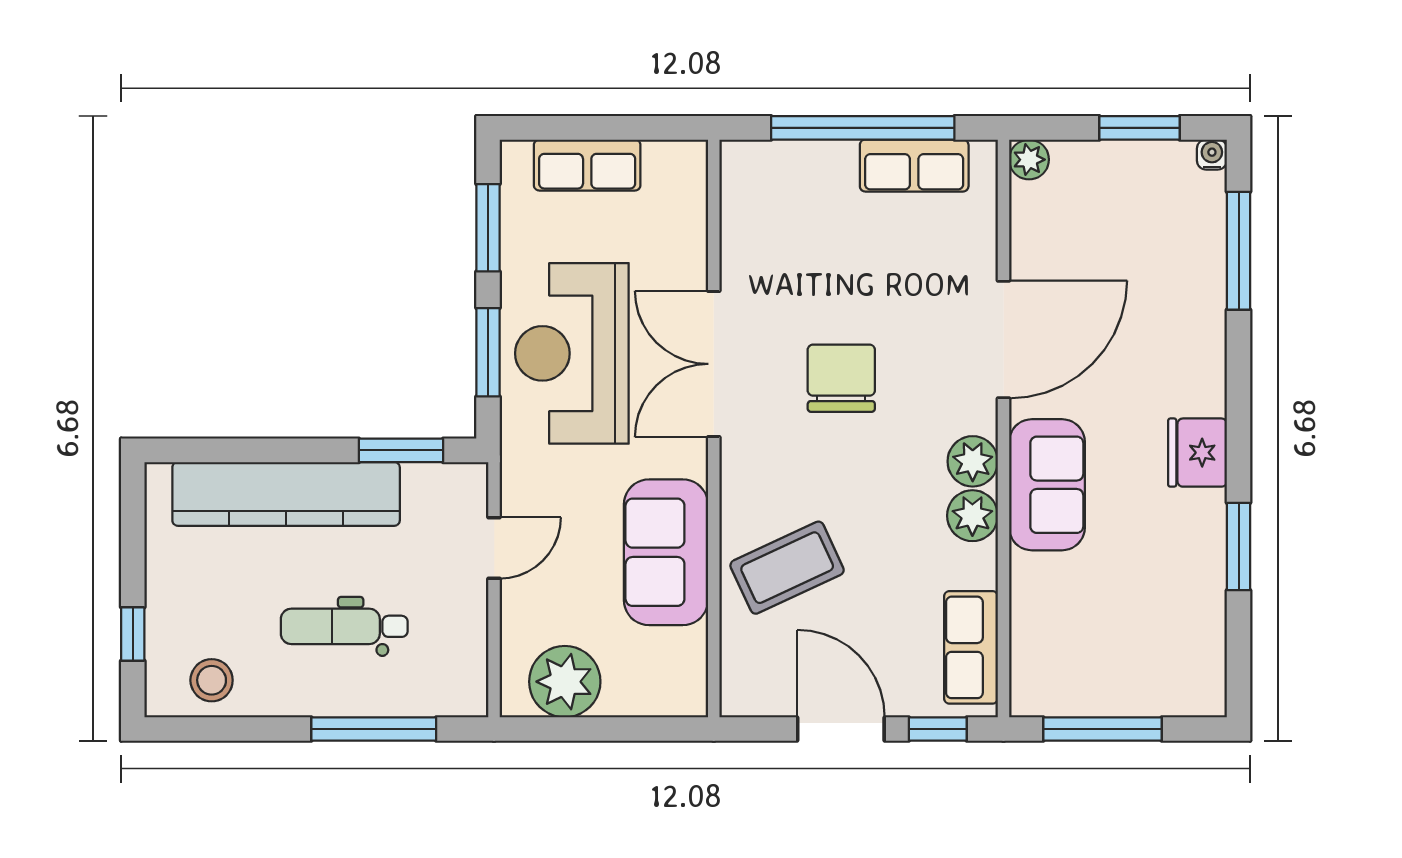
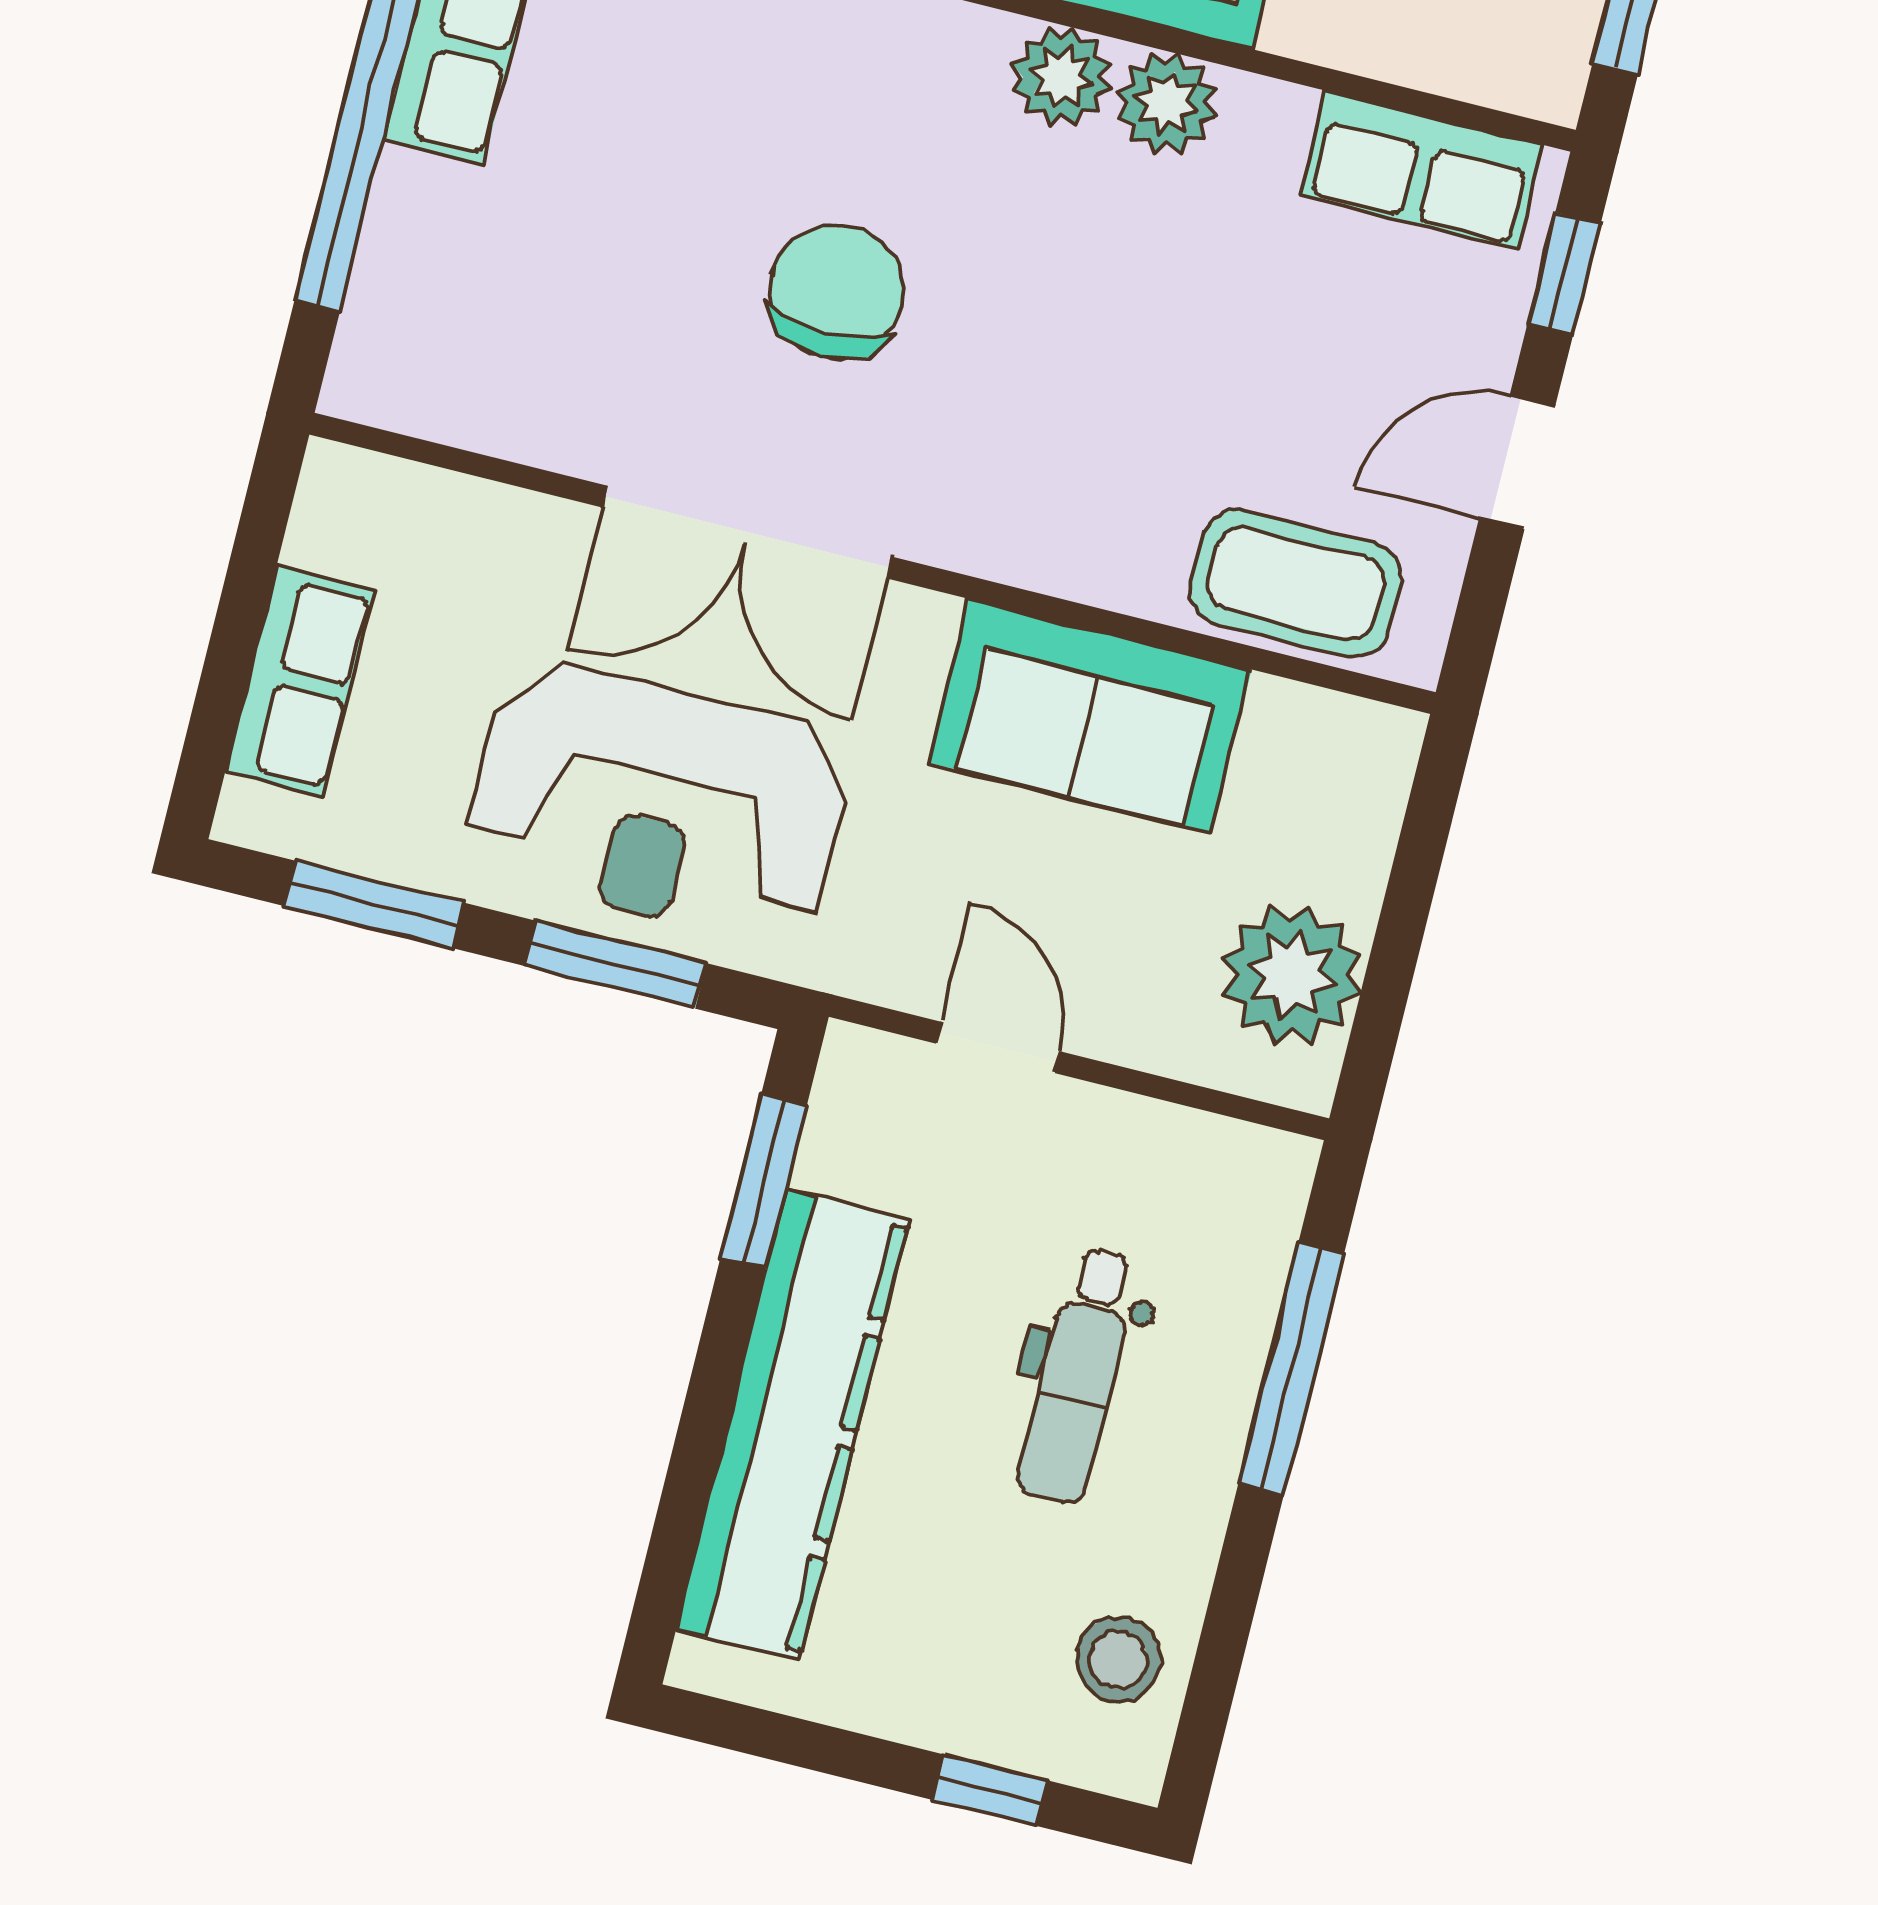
chair: (841, 378) -> (837, 291), turned 90
coffee table: (787, 568) -> (1296, 583), moved, turned -65
door: (841, 729) -> (1517, 462), width x0.73

